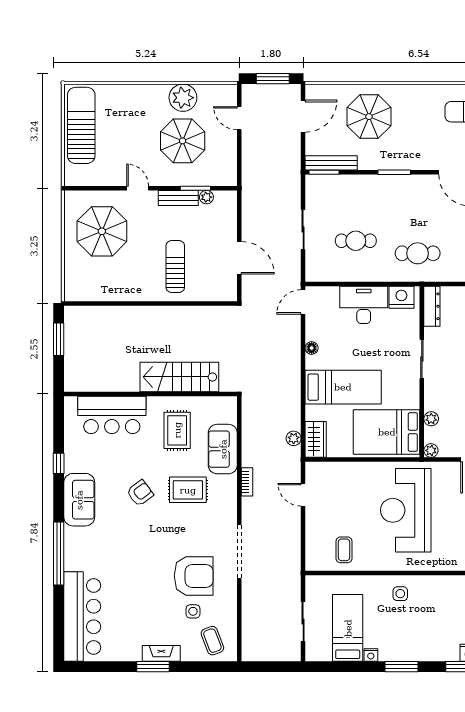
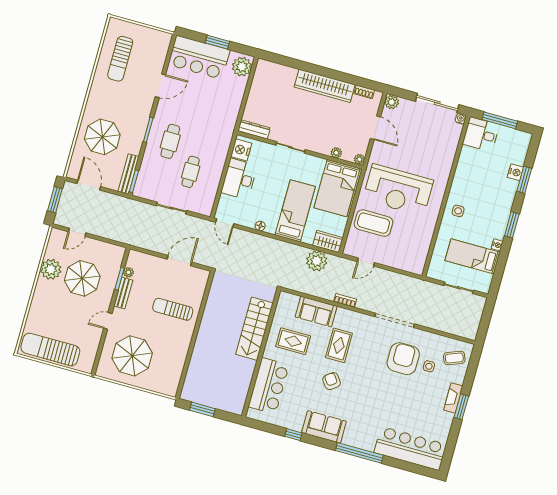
cafe table: (418, 253) -> (170, 141), moved
plant: (294, 438) -> (317, 261), width x1.88, depth x1.88
coffee table: (344, 550) -> (373, 223), moved, width x1.86, depth x1.72

